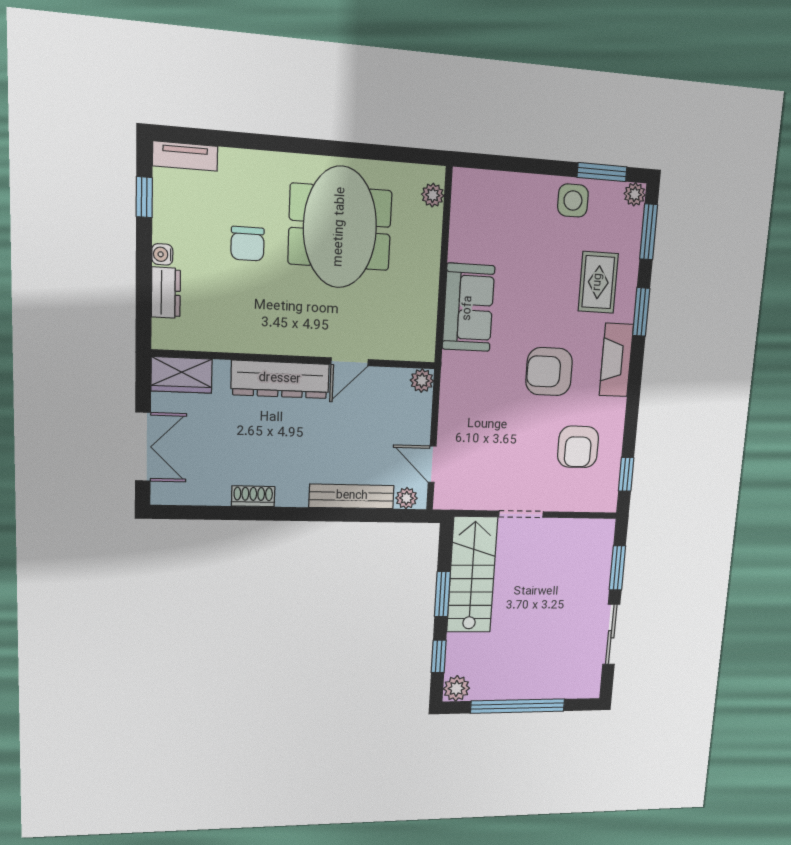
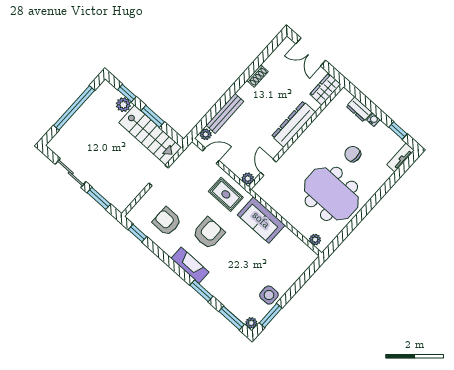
rug: (598, 282) -> (226, 194), moved
door: (350, 362) -> (268, 167), moved
plant: (456, 688) -> (123, 105), moved

